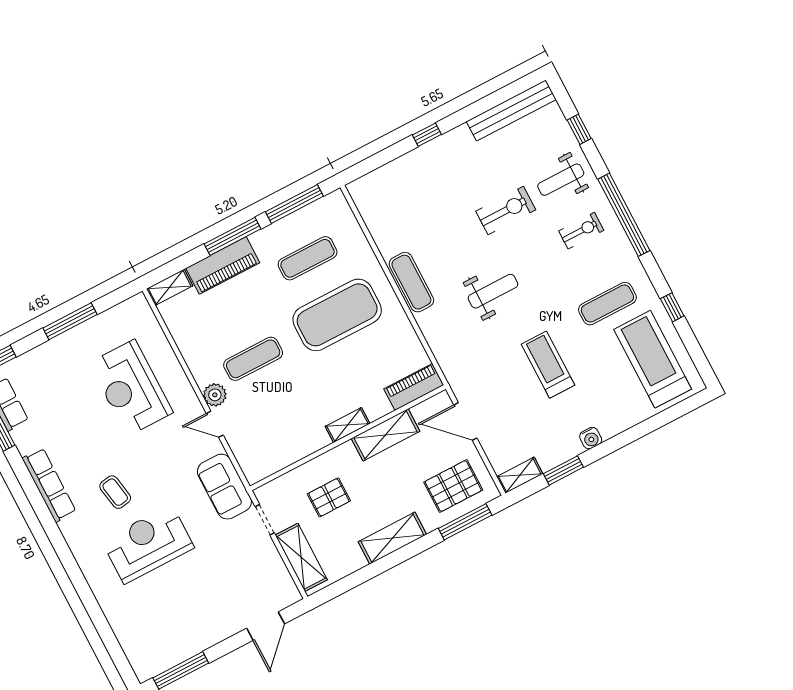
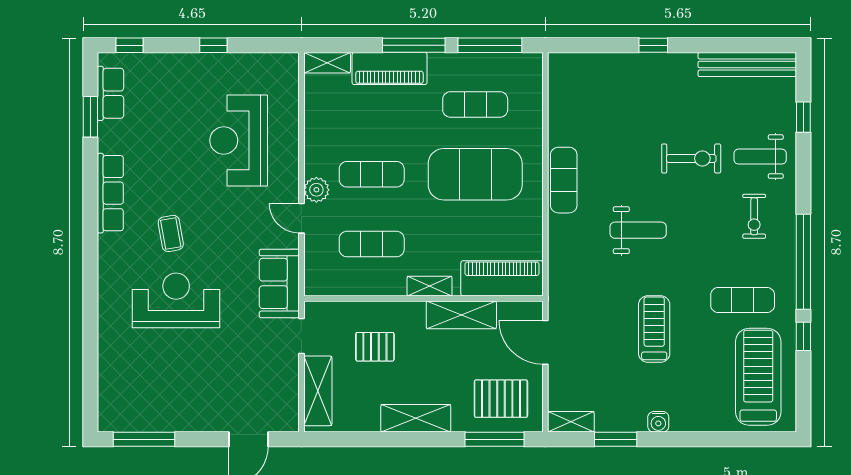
window: (624, 215) -> (803, 262), moved
exercise bike: (581, 231) -> (754, 216), turned 90
window: (70, 321) -> (213, 45), width x0.46
piano: (414, 387) -> (502, 278), width x1.37, depth x1.33
exercise mat: (283, 415) -> (372, 244), added

